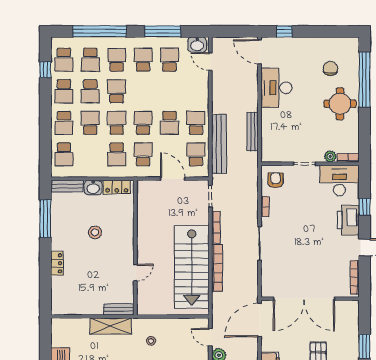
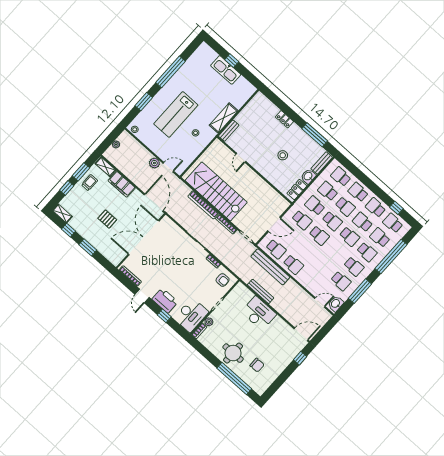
desk: (276, 88) -> (259, 313), moved
school desk: (169, 123) -> (328, 191), moved

